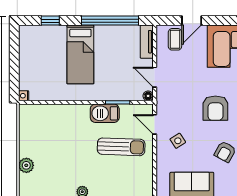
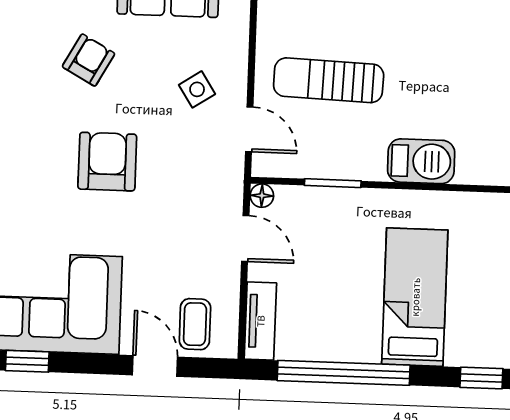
door: (192, 21) -> (155, 366), hinge flipped
barbecue: (105, 113) -> (421, 161), moved

